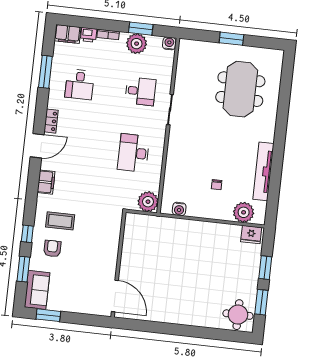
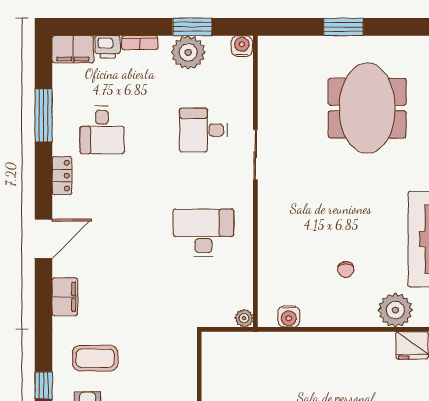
desk: (140, 91) -> (203, 130), turned 180
locker: (51, 121) -> (62, 176), moved
desk: (134, 153) -> (203, 233), turned 90
plant: (148, 202) -> (244, 318), width x0.53, depth x0.53

